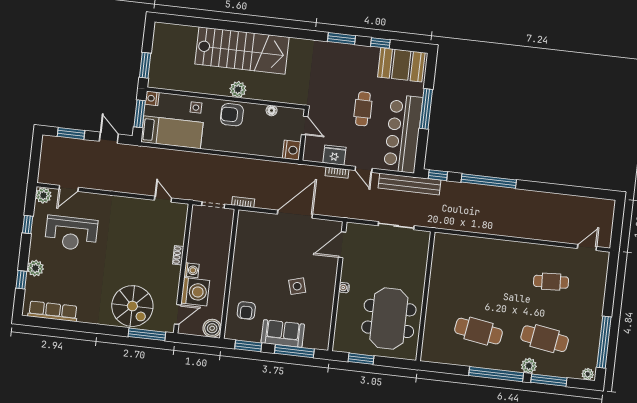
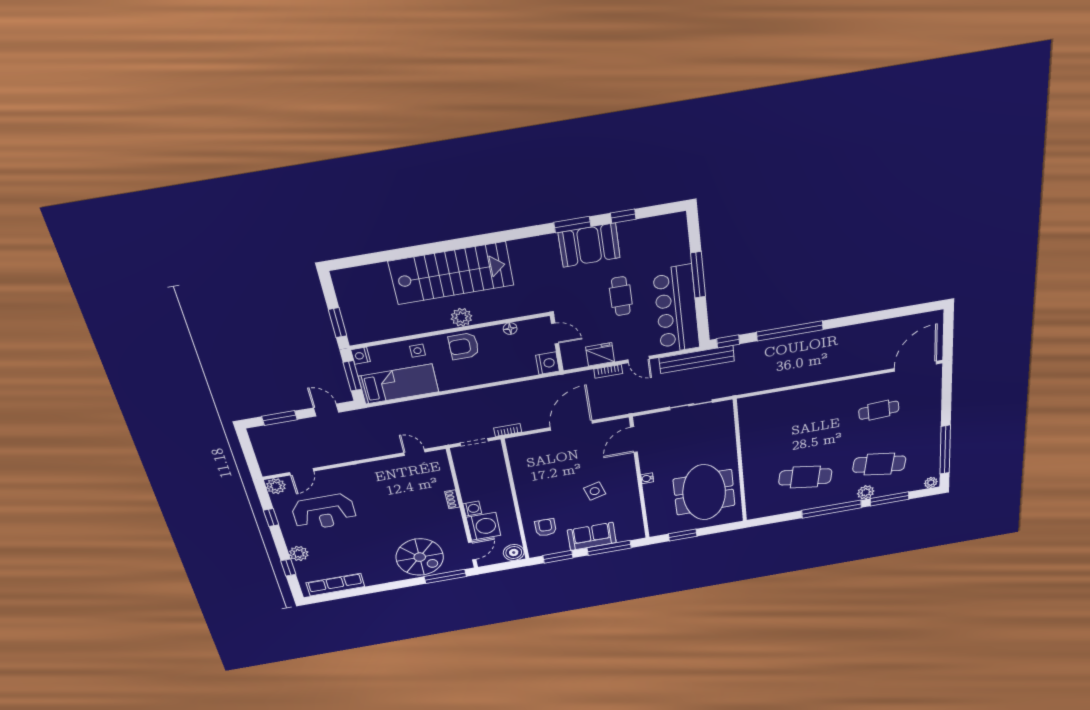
booth: (401, 65) -> (589, 245), moved
door: (587, 247) -> (915, 366), width x1.88
armchair: (246, 310) -> (546, 527), turned 180

